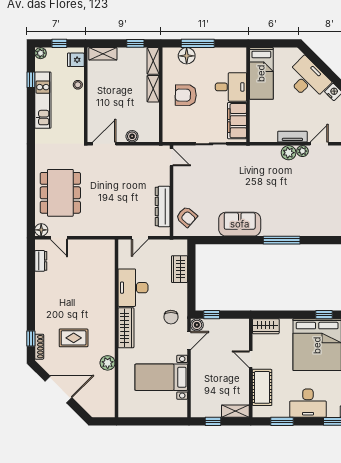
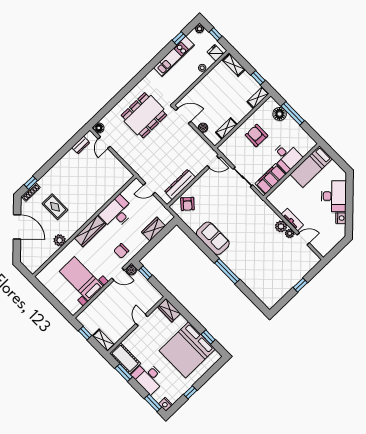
shelving: (153, 89) -> (226, 128), moved
door: (172, 157) -> (213, 162), hinge flipped
dining table: (60, 193) -> (144, 115), moved
cot: (262, 387) -> (125, 358), moved, turned 90

